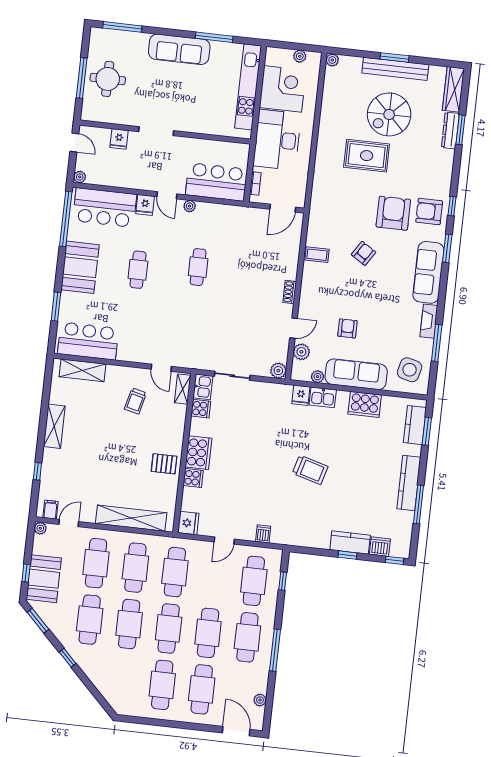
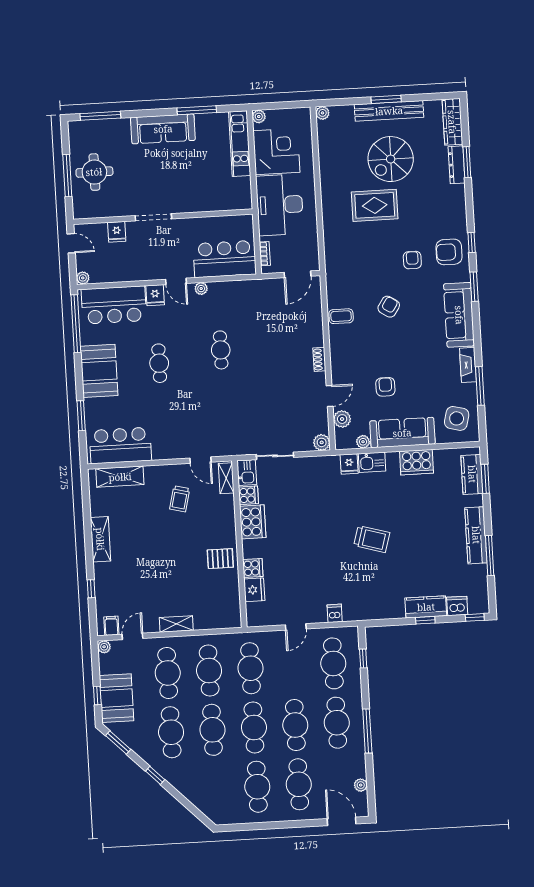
plant: (300, 56) -> (259, 116), moved
kitchen unit: (248, 87) -> (240, 144), width x0.73
armchair: (393, 213) -> (412, 260), width x0.53, depth x0.53
cooker: (198, 453) -> (253, 522), moved
shelving: (131, 518) -> (176, 624), width x0.45, depth x0.75
fridge: (188, 523) -> (254, 590), moved

